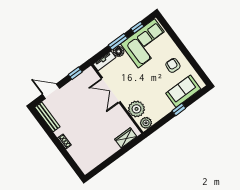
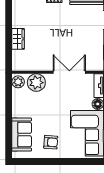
window: (179, 110) -> (9, 119), removed
wardrobe: (126, 138) -> (18, 39), moved

